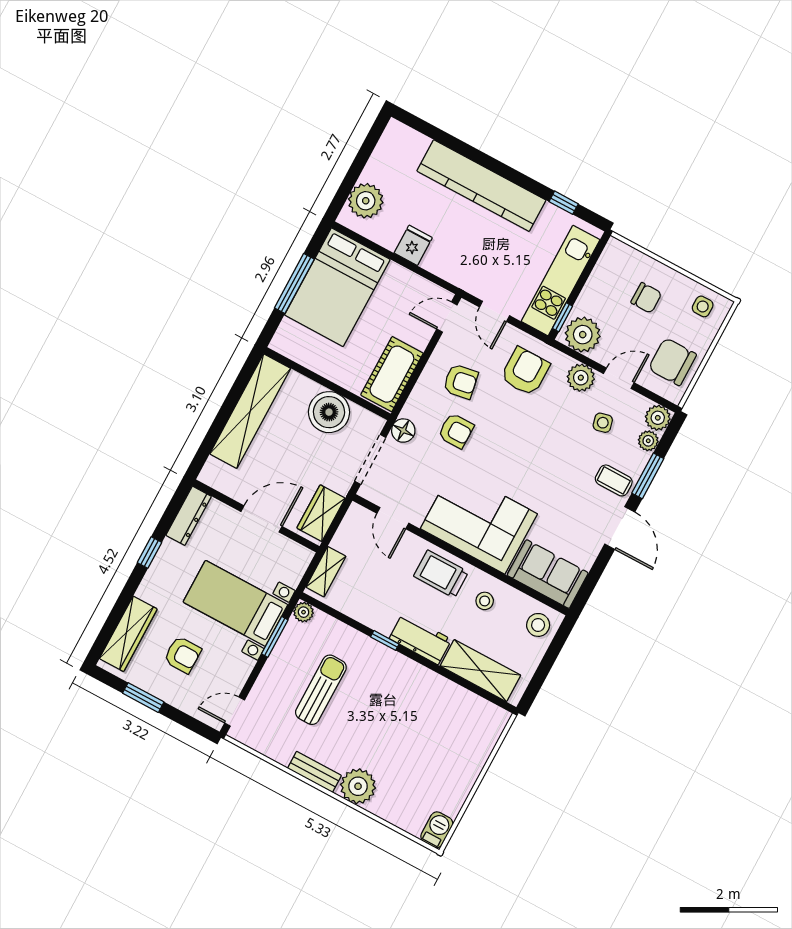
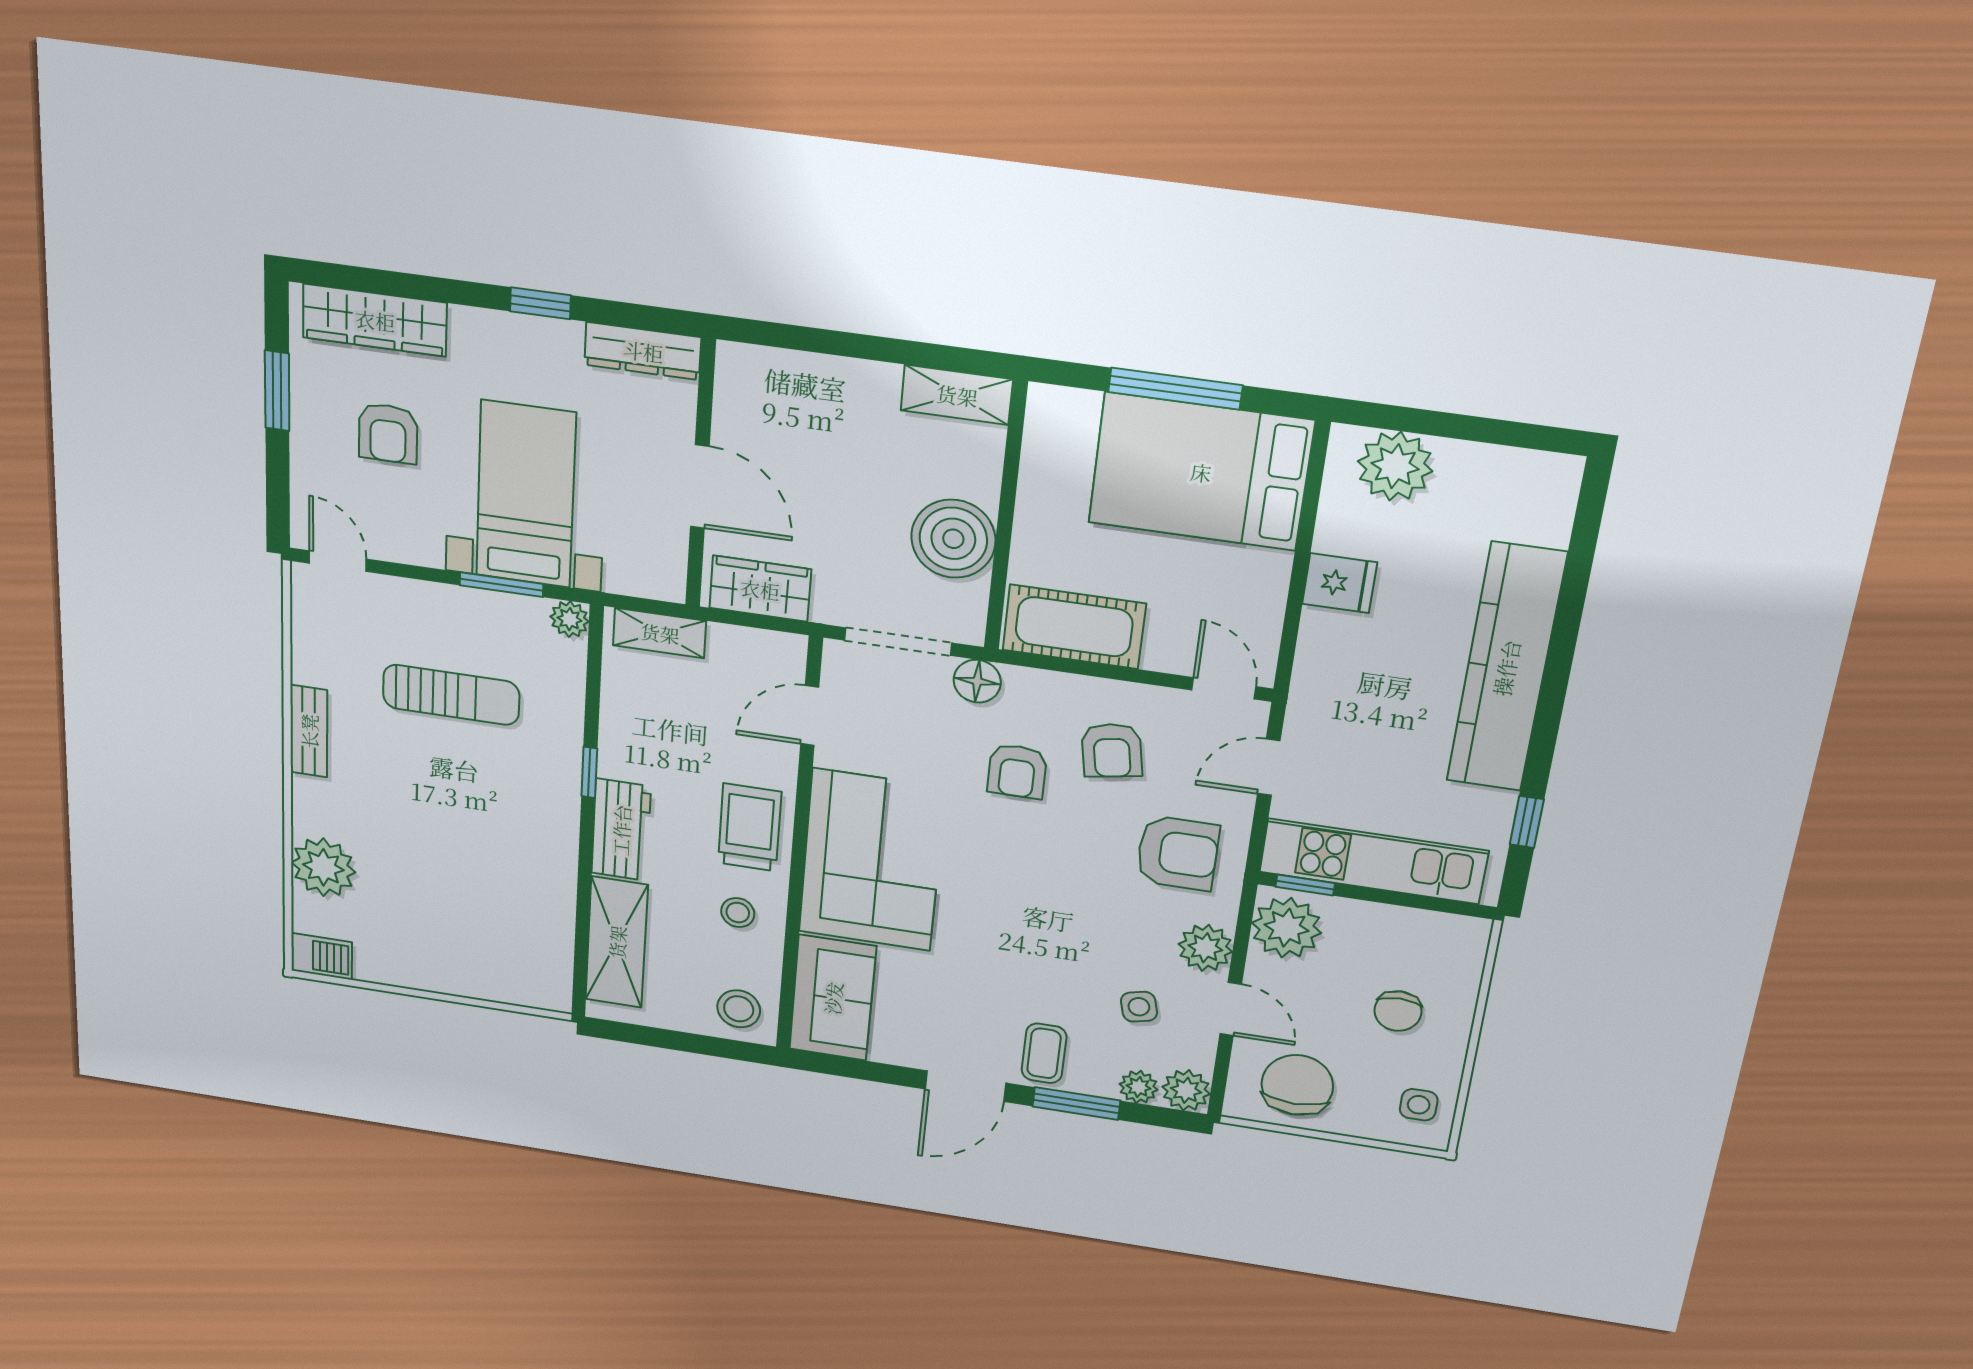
shelving: (250, 411) -> (957, 395), width x0.45, depth x0.75
plant: (358, 786) -> (323, 867), moved

